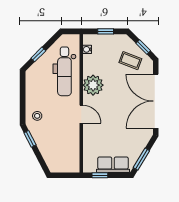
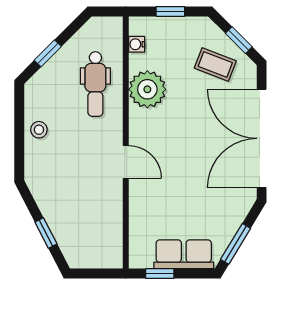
dental chair: (64, 71) -> (95, 84), width x0.73, depth x0.72
plant: (93, 85) -> (147, 89), moved
stool: (37, 116) -> (39, 130), moved
window: (30, 139) -> (46, 233), moved

